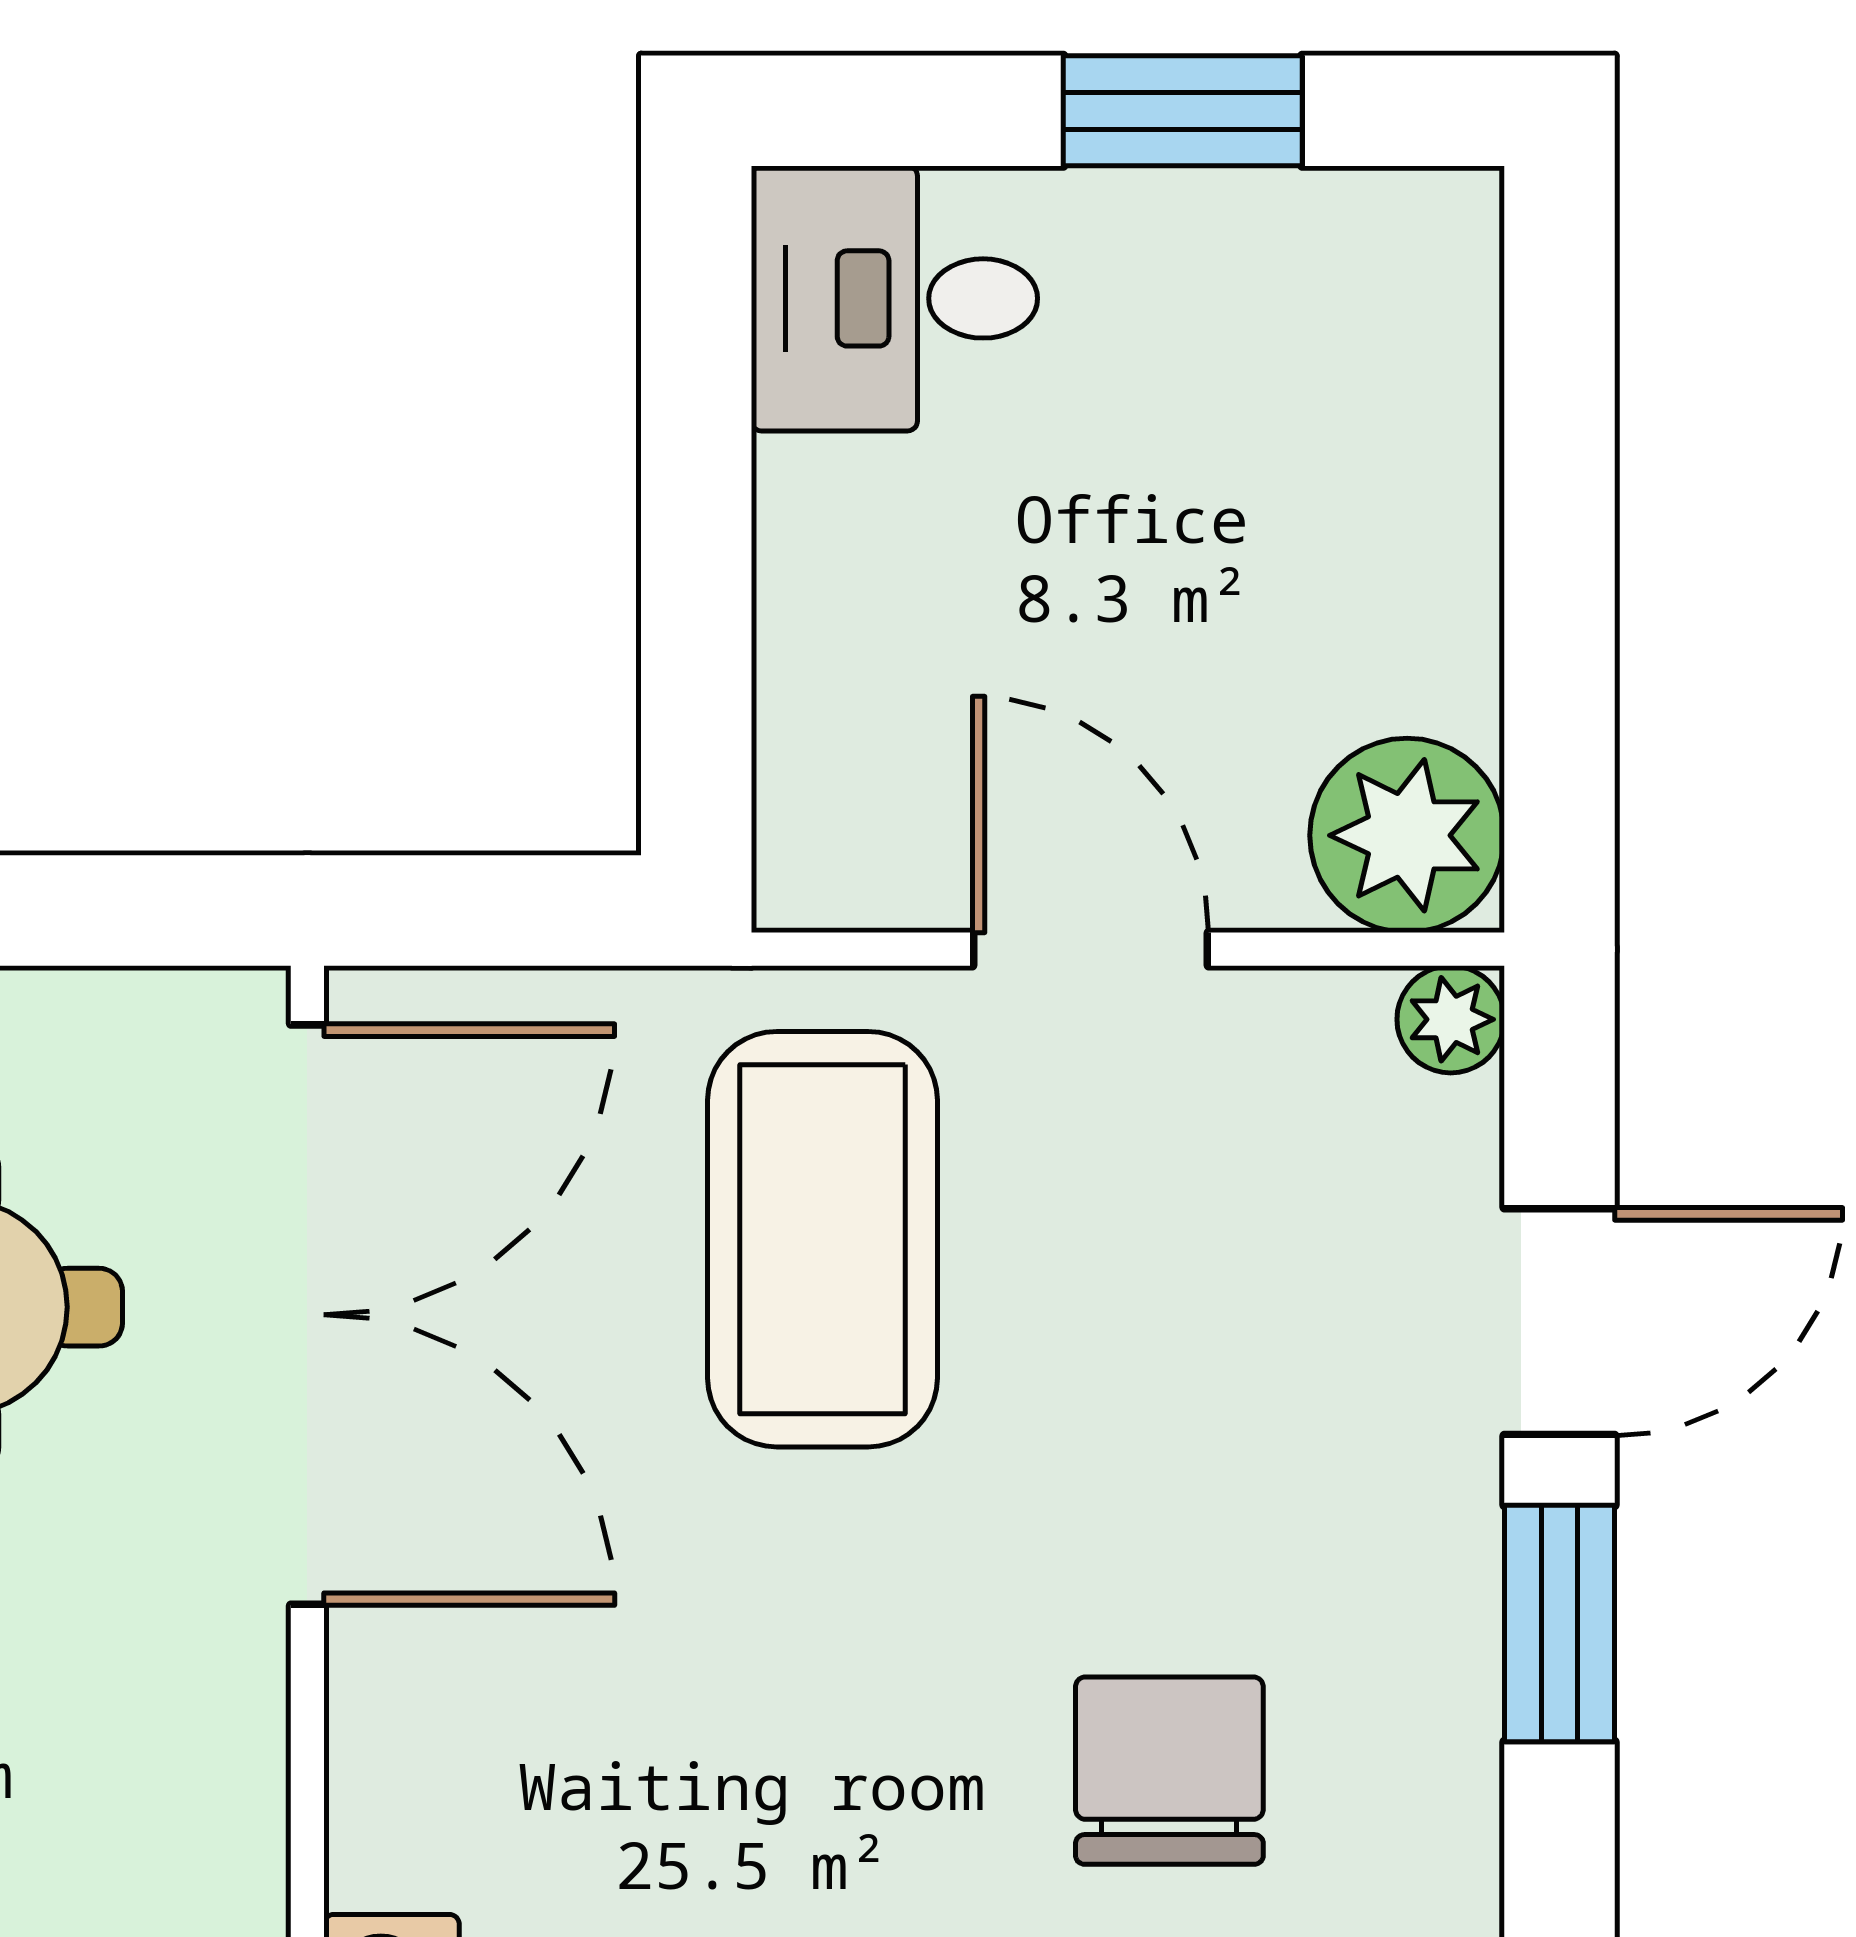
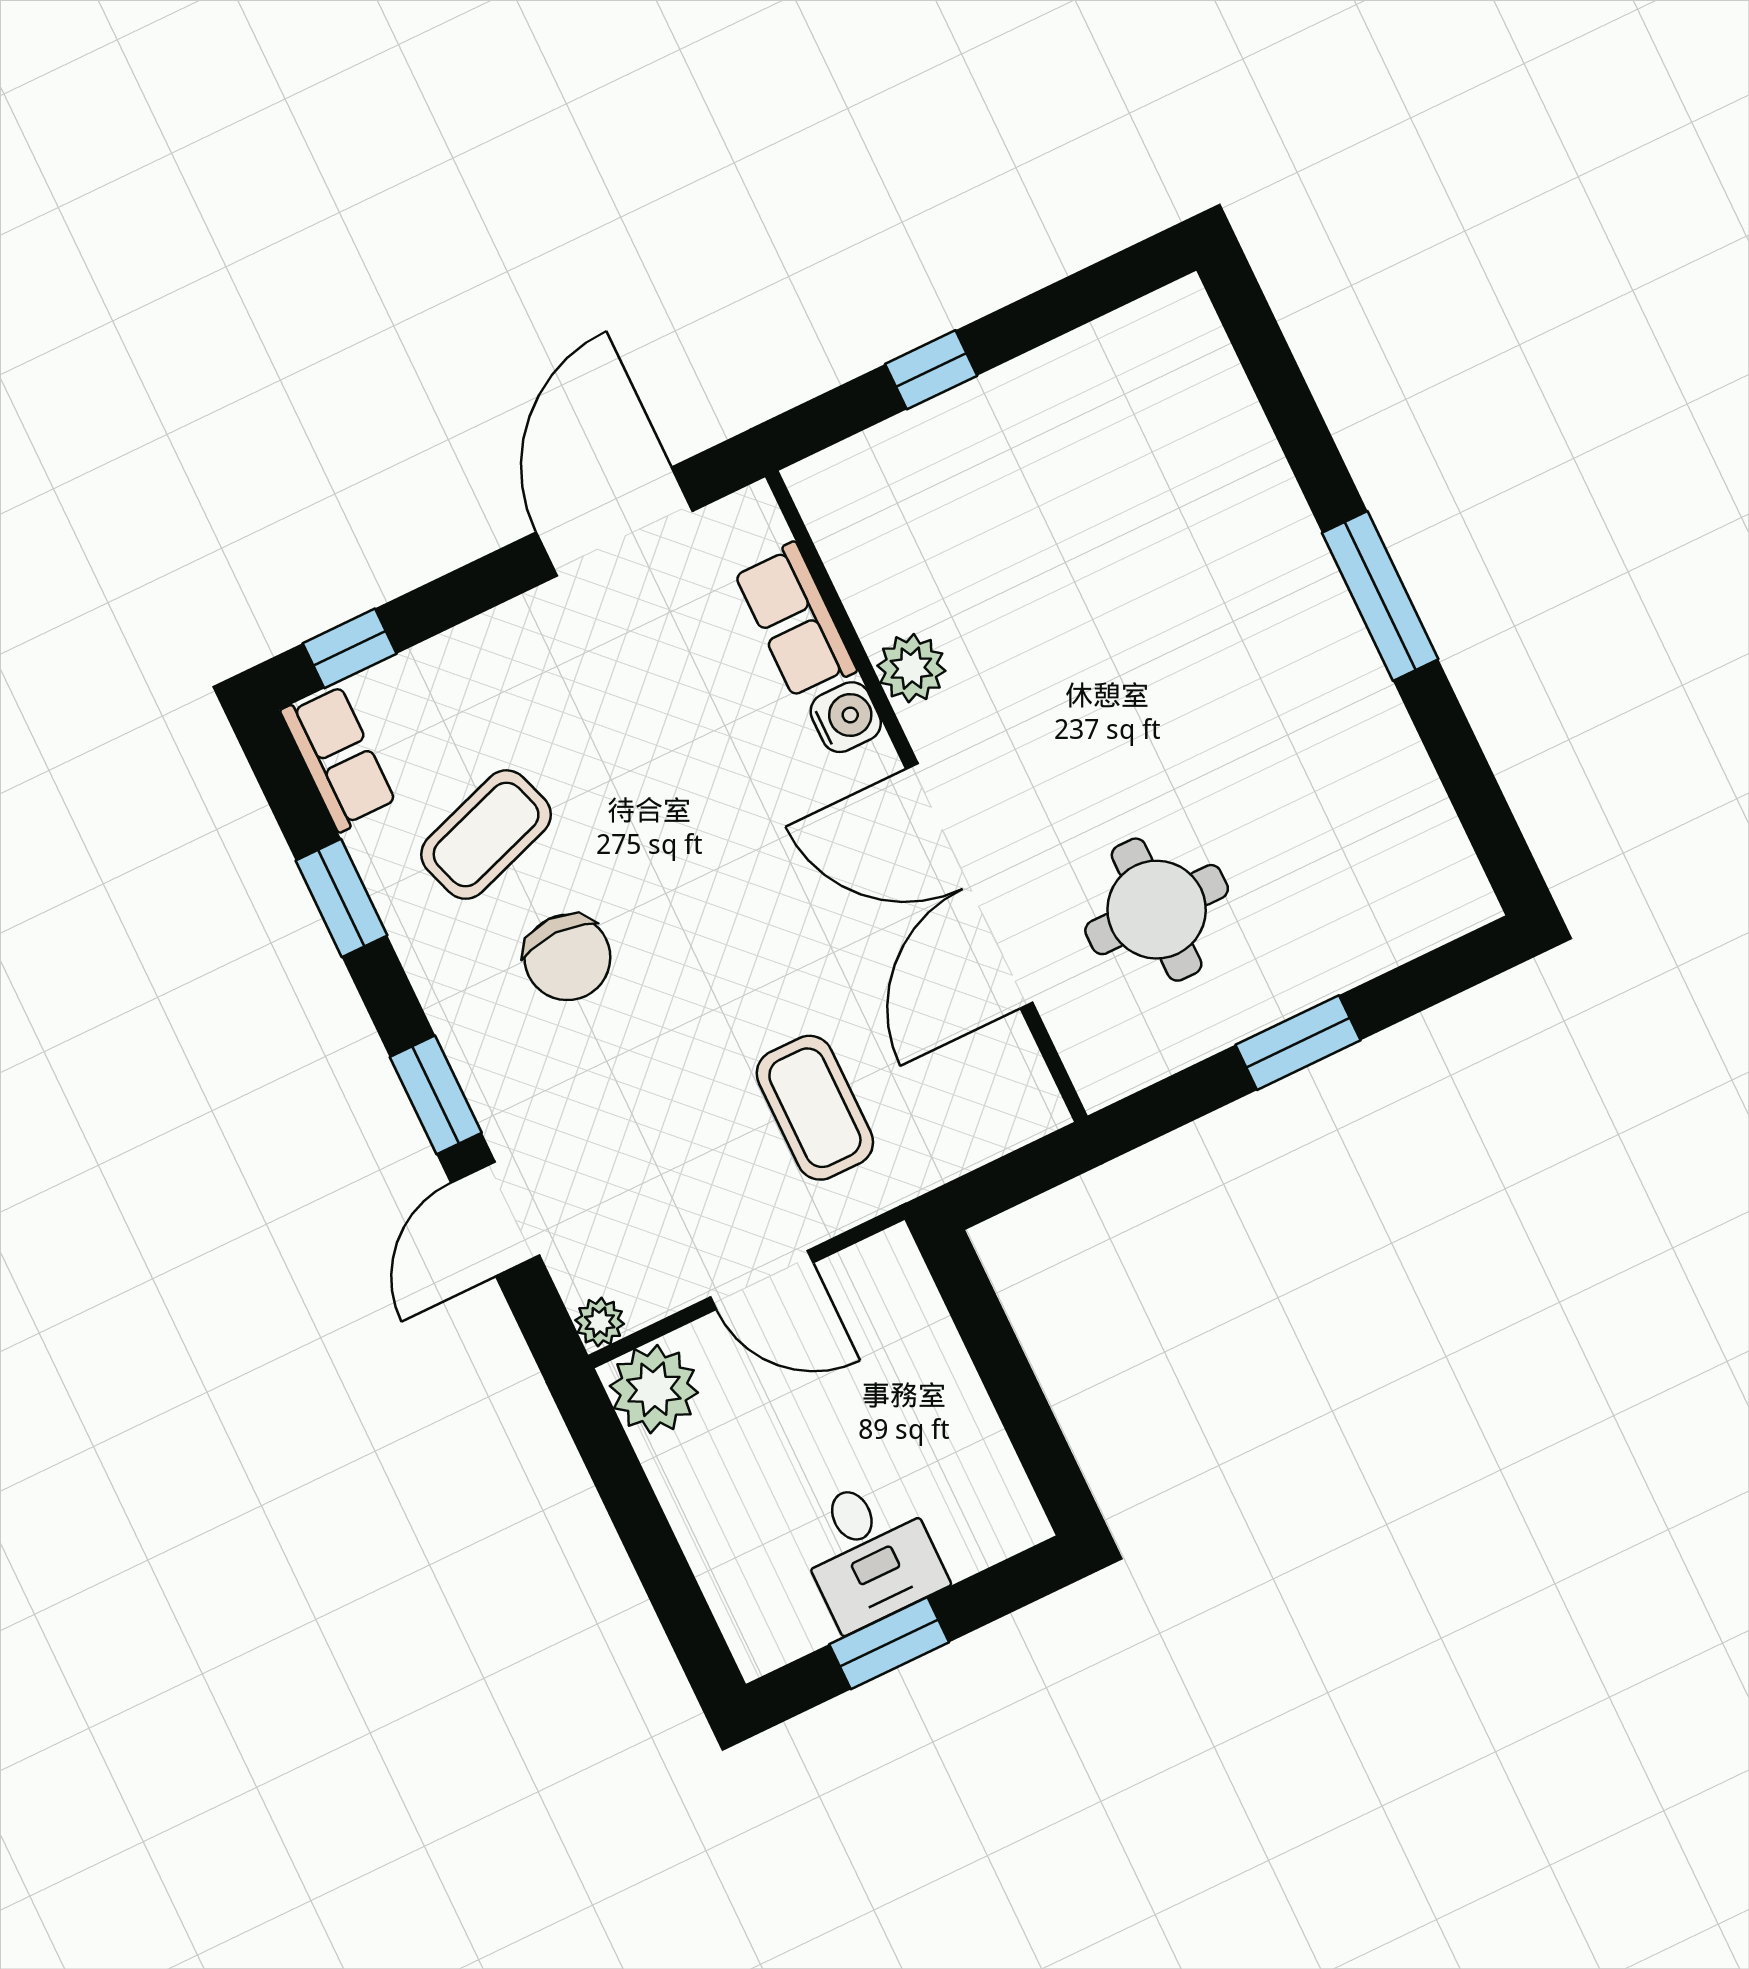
desk: (894, 298) -> (869, 1552), moved, turned 90
coffee table: (822, 1239) -> (815, 1108), width x0.73, depth x0.76
double door: (307, 1315) -> (969, 886), moved

